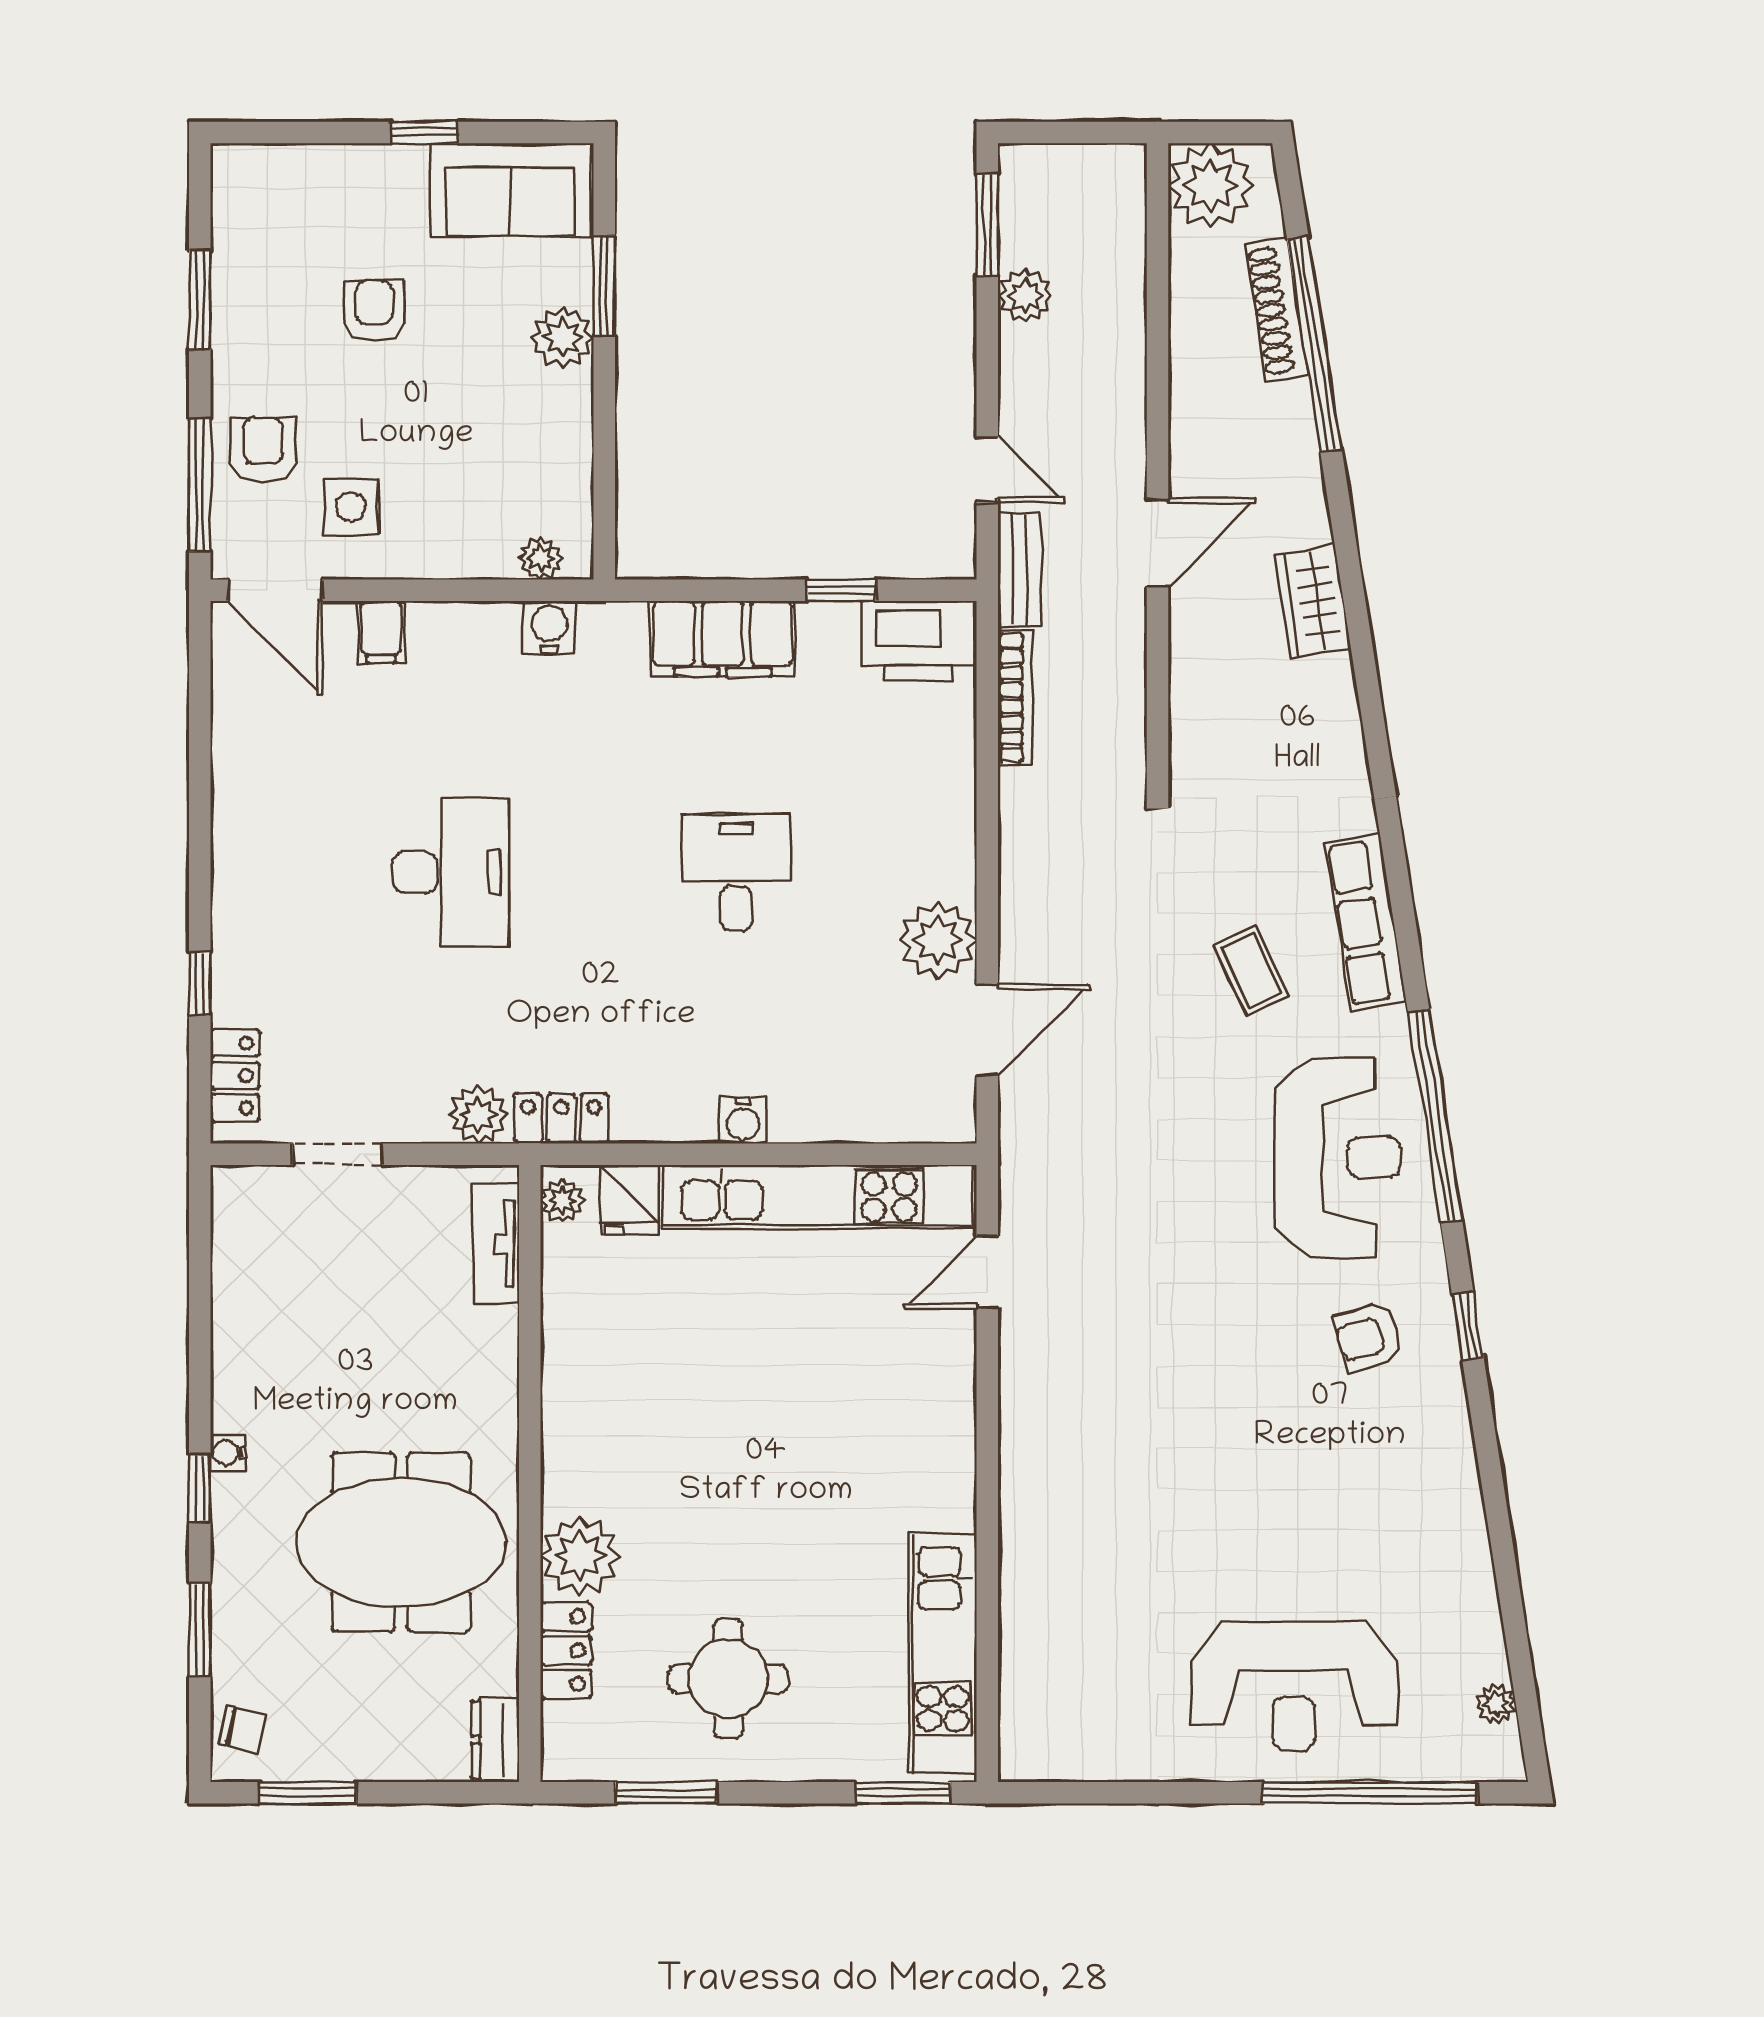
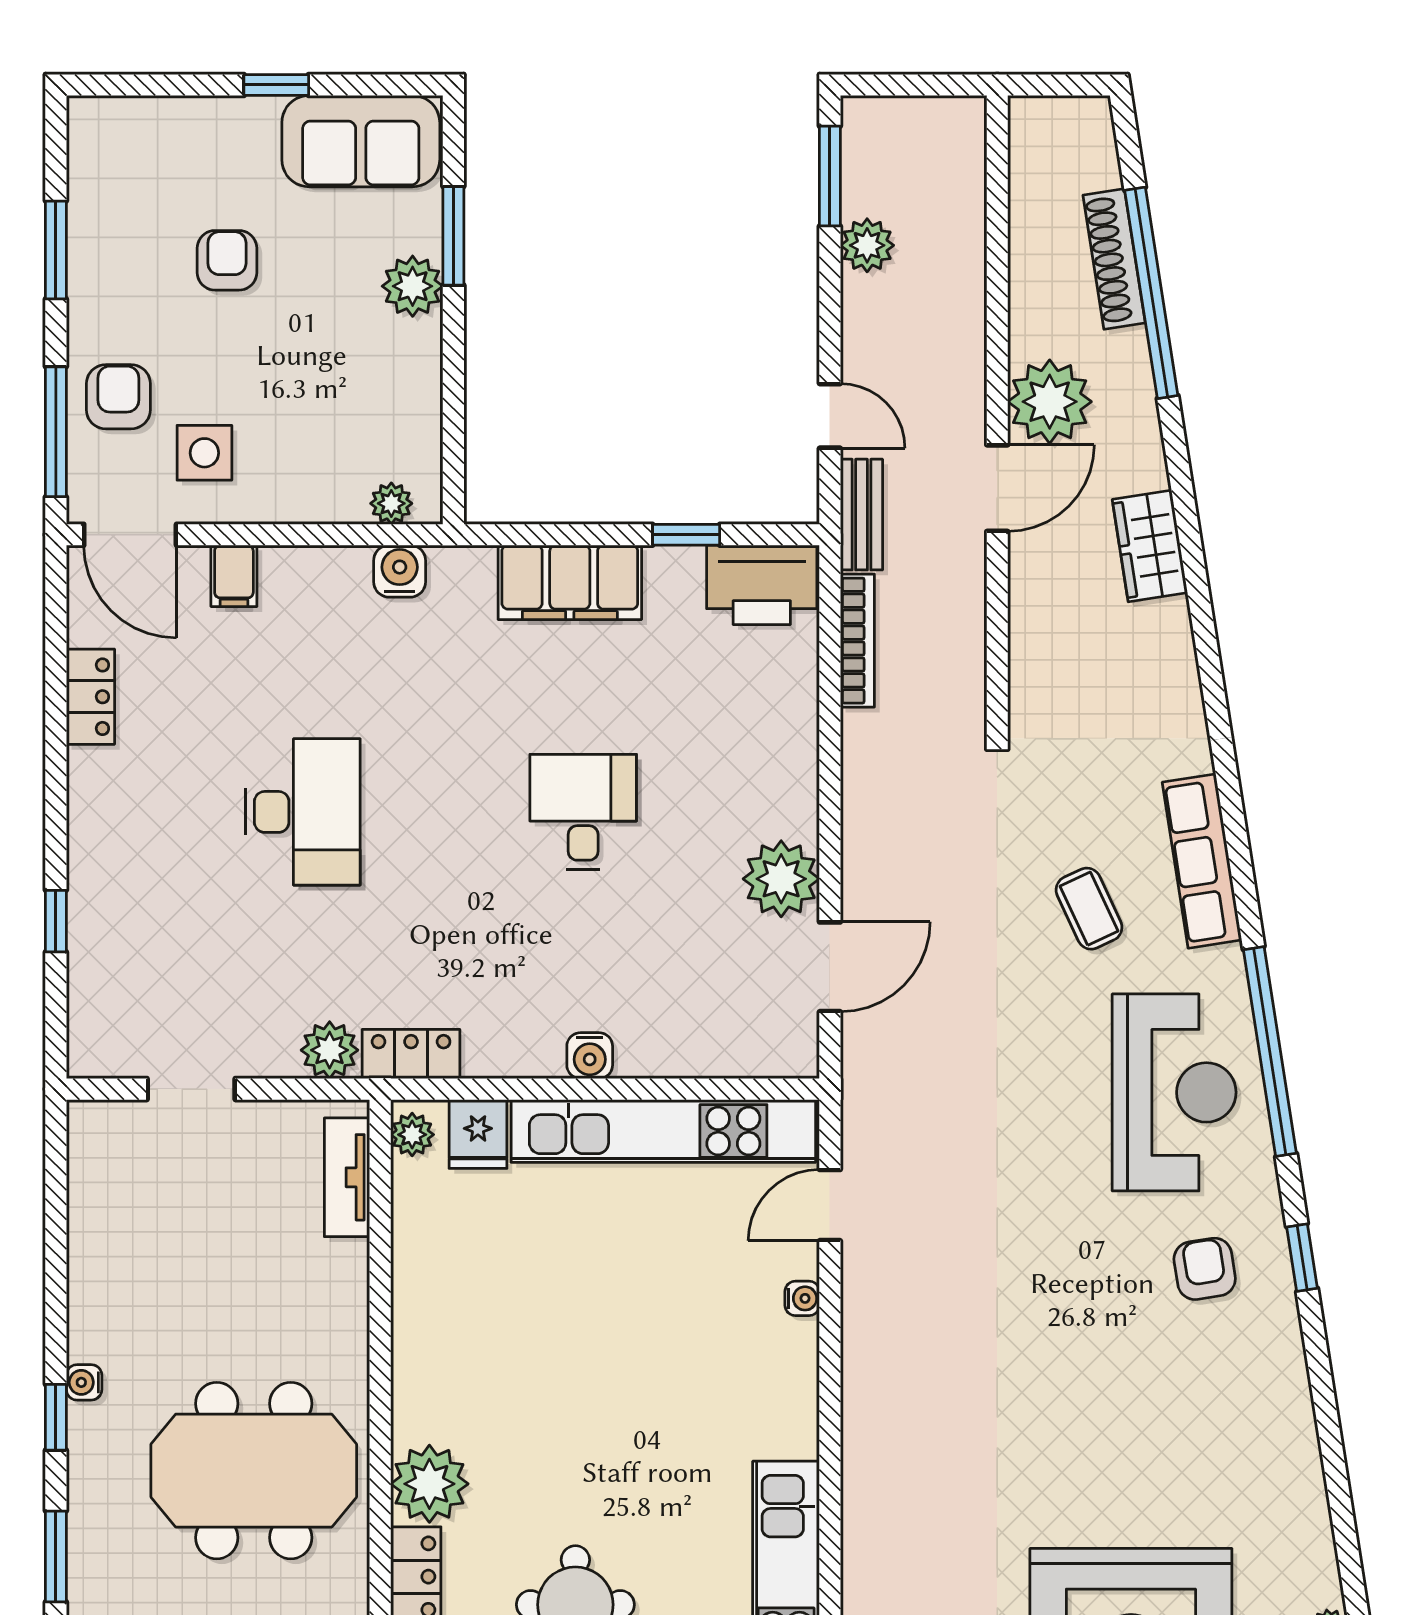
plant: (1211, 186) -> (1050, 402), moved
locker: (235, 1076) -> (90, 697), moved
armchair: (1369, 1337) -> (1205, 1269), turned 97
water cooler: (959, 1367) -> (802, 1298), added

